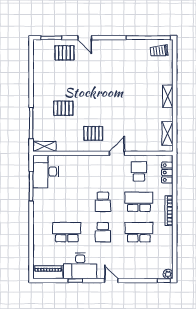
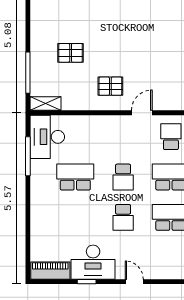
school desk: (67, 232) -> (75, 177), moved

